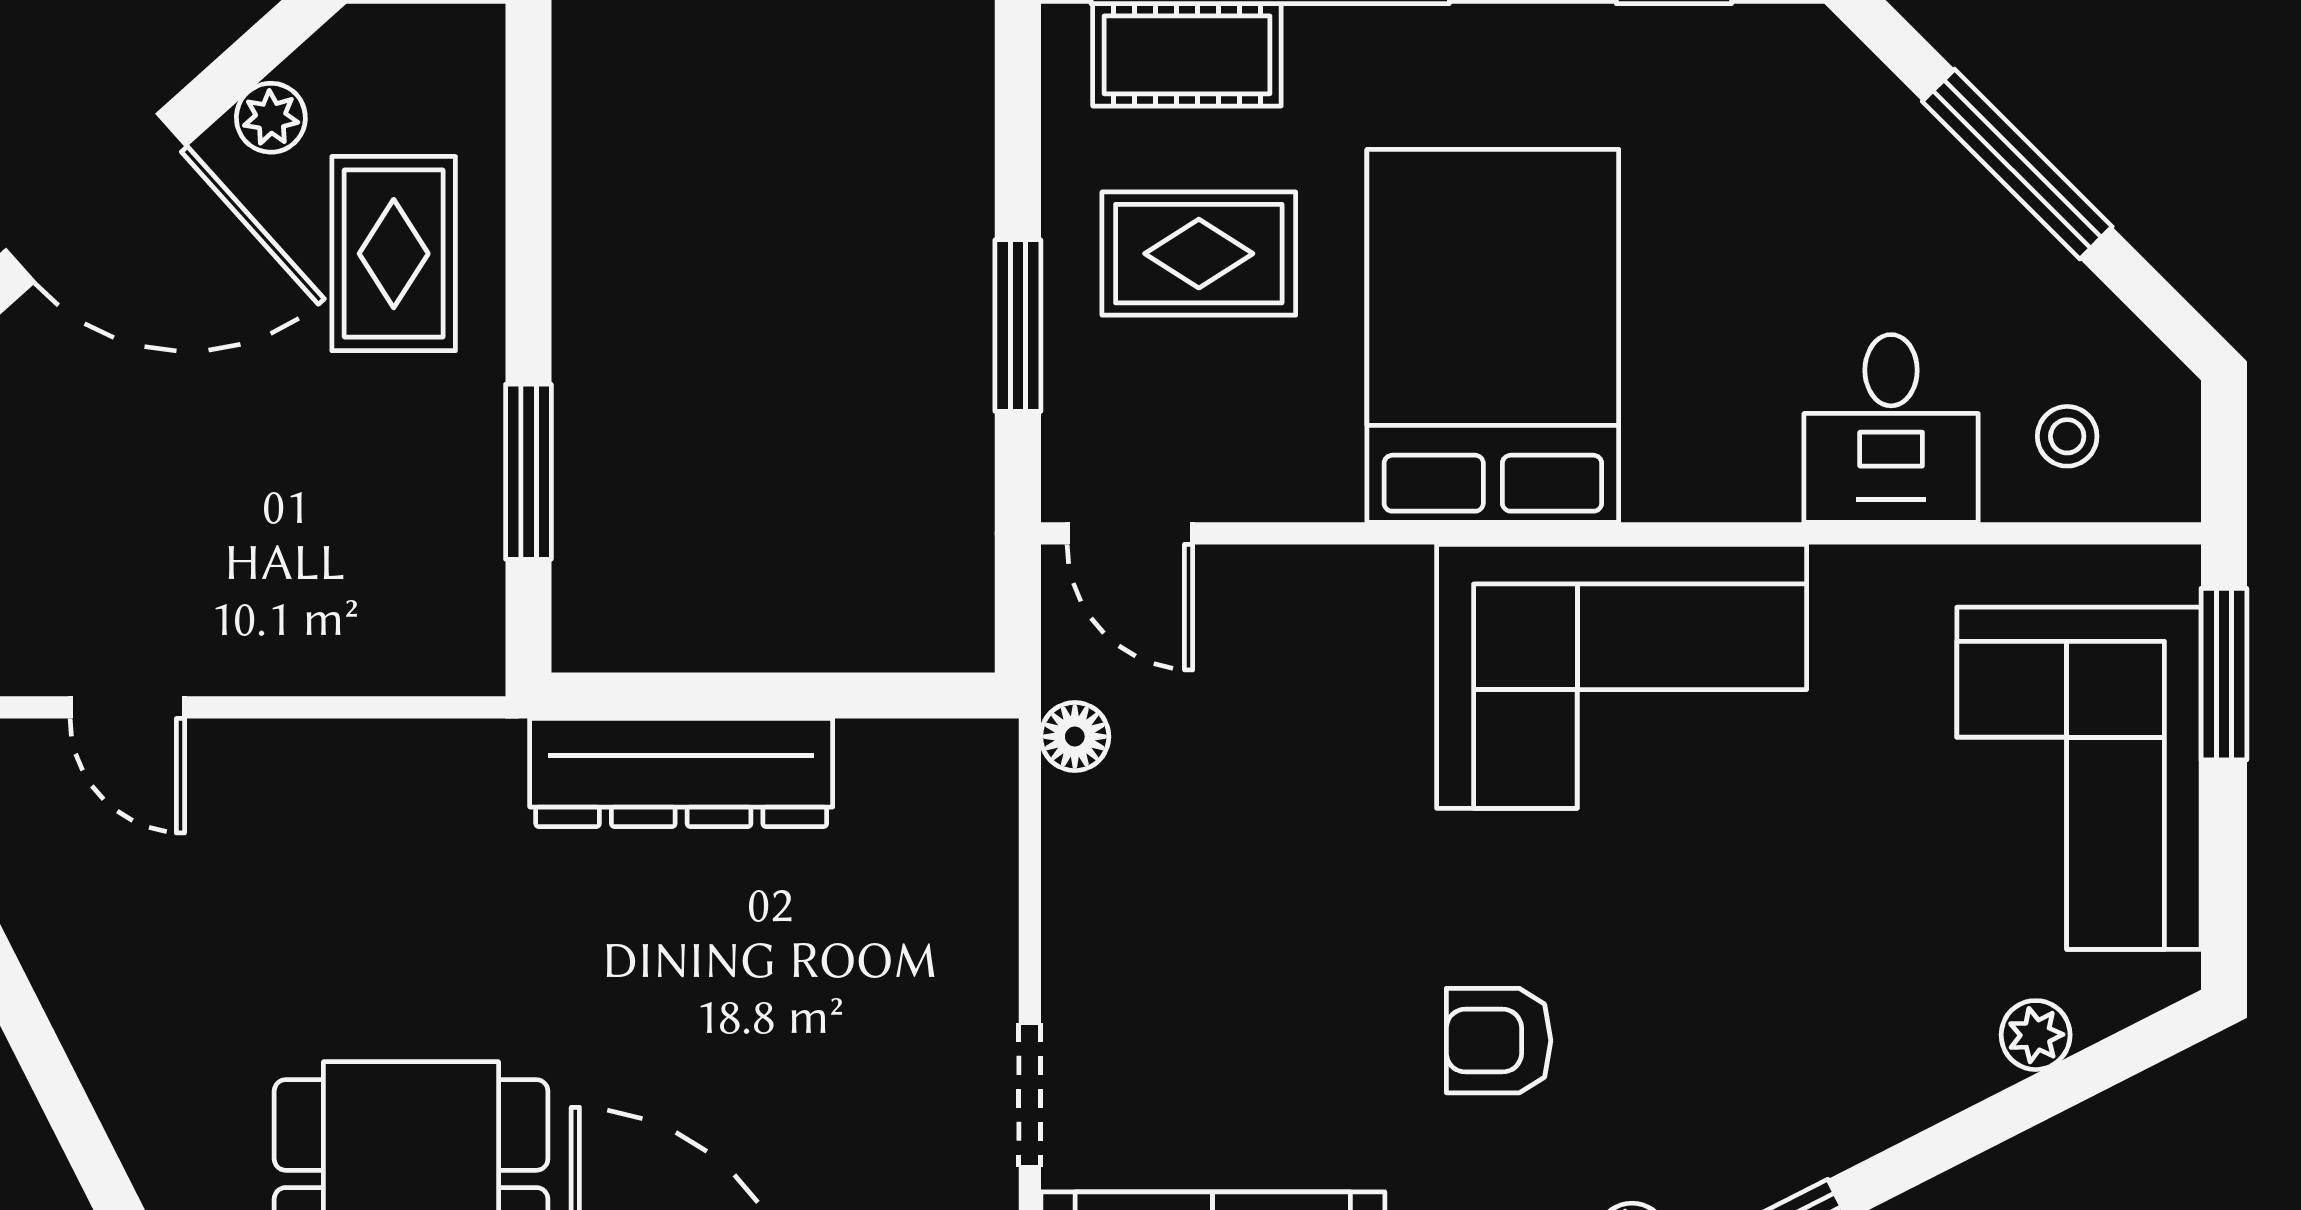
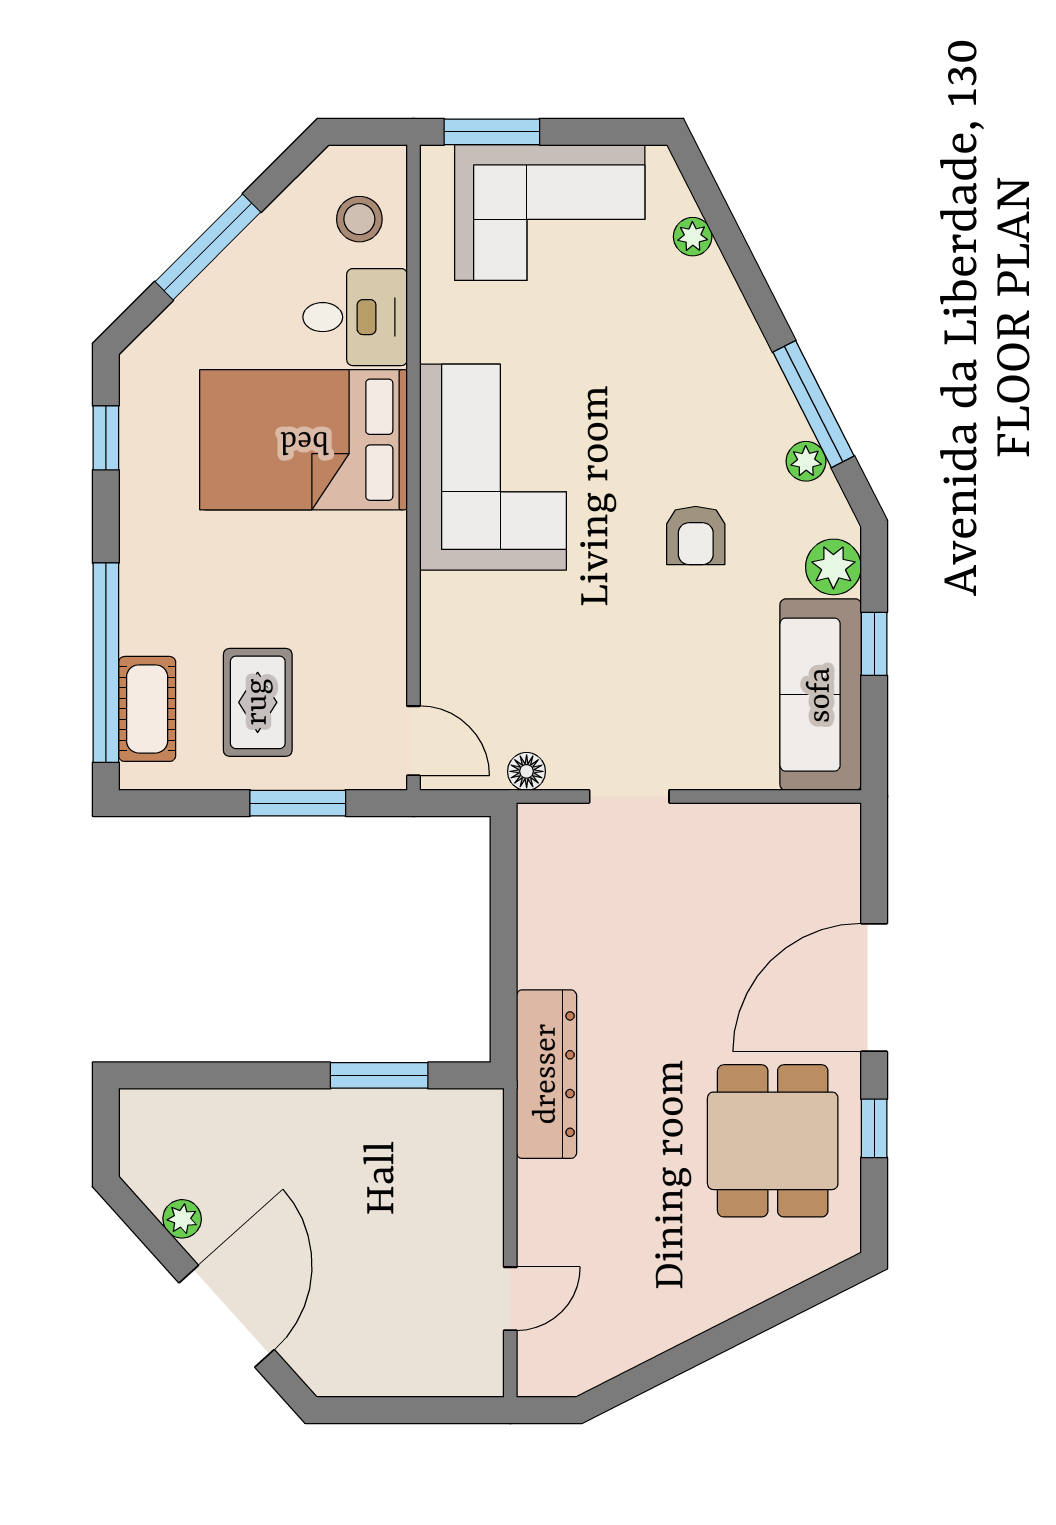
rug: (394, 254) -> (258, 1151), removed
bed: (1493, 336) -> (304, 440), moved
stool: (2067, 436) -> (359, 219), width x1.37, depth x1.37
door: (1130, 533) -> (413, 741), hinge flipped
dresser: (681, 773) -> (547, 1074), moved
doorway: (1030, 1095) -> (629, 796), moved

